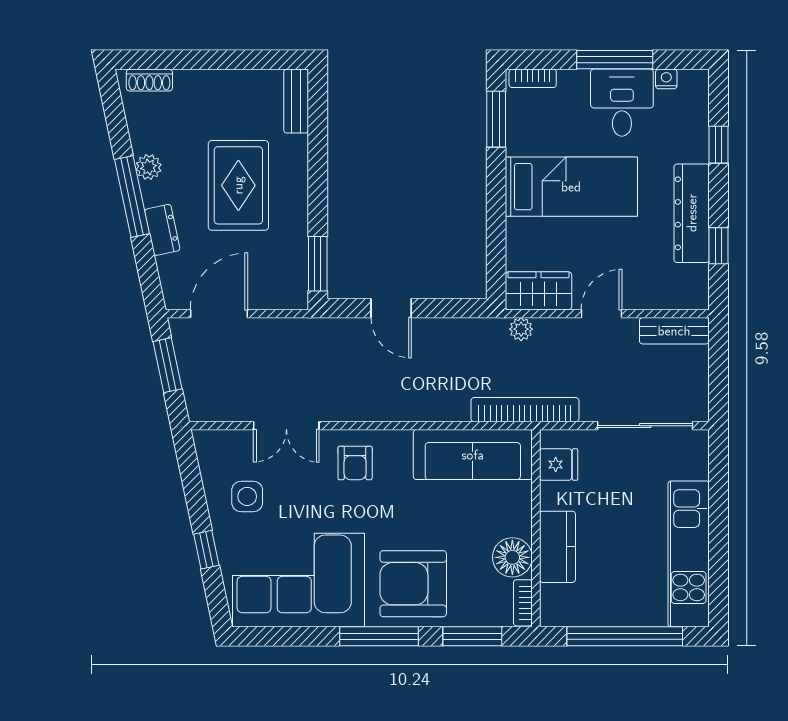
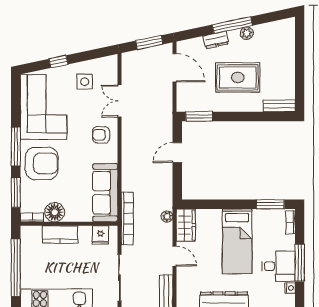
shoe rack: (149, 80) -> (290, 34), removed
armchair: (413, 584) -> (42, 163), turned 90

